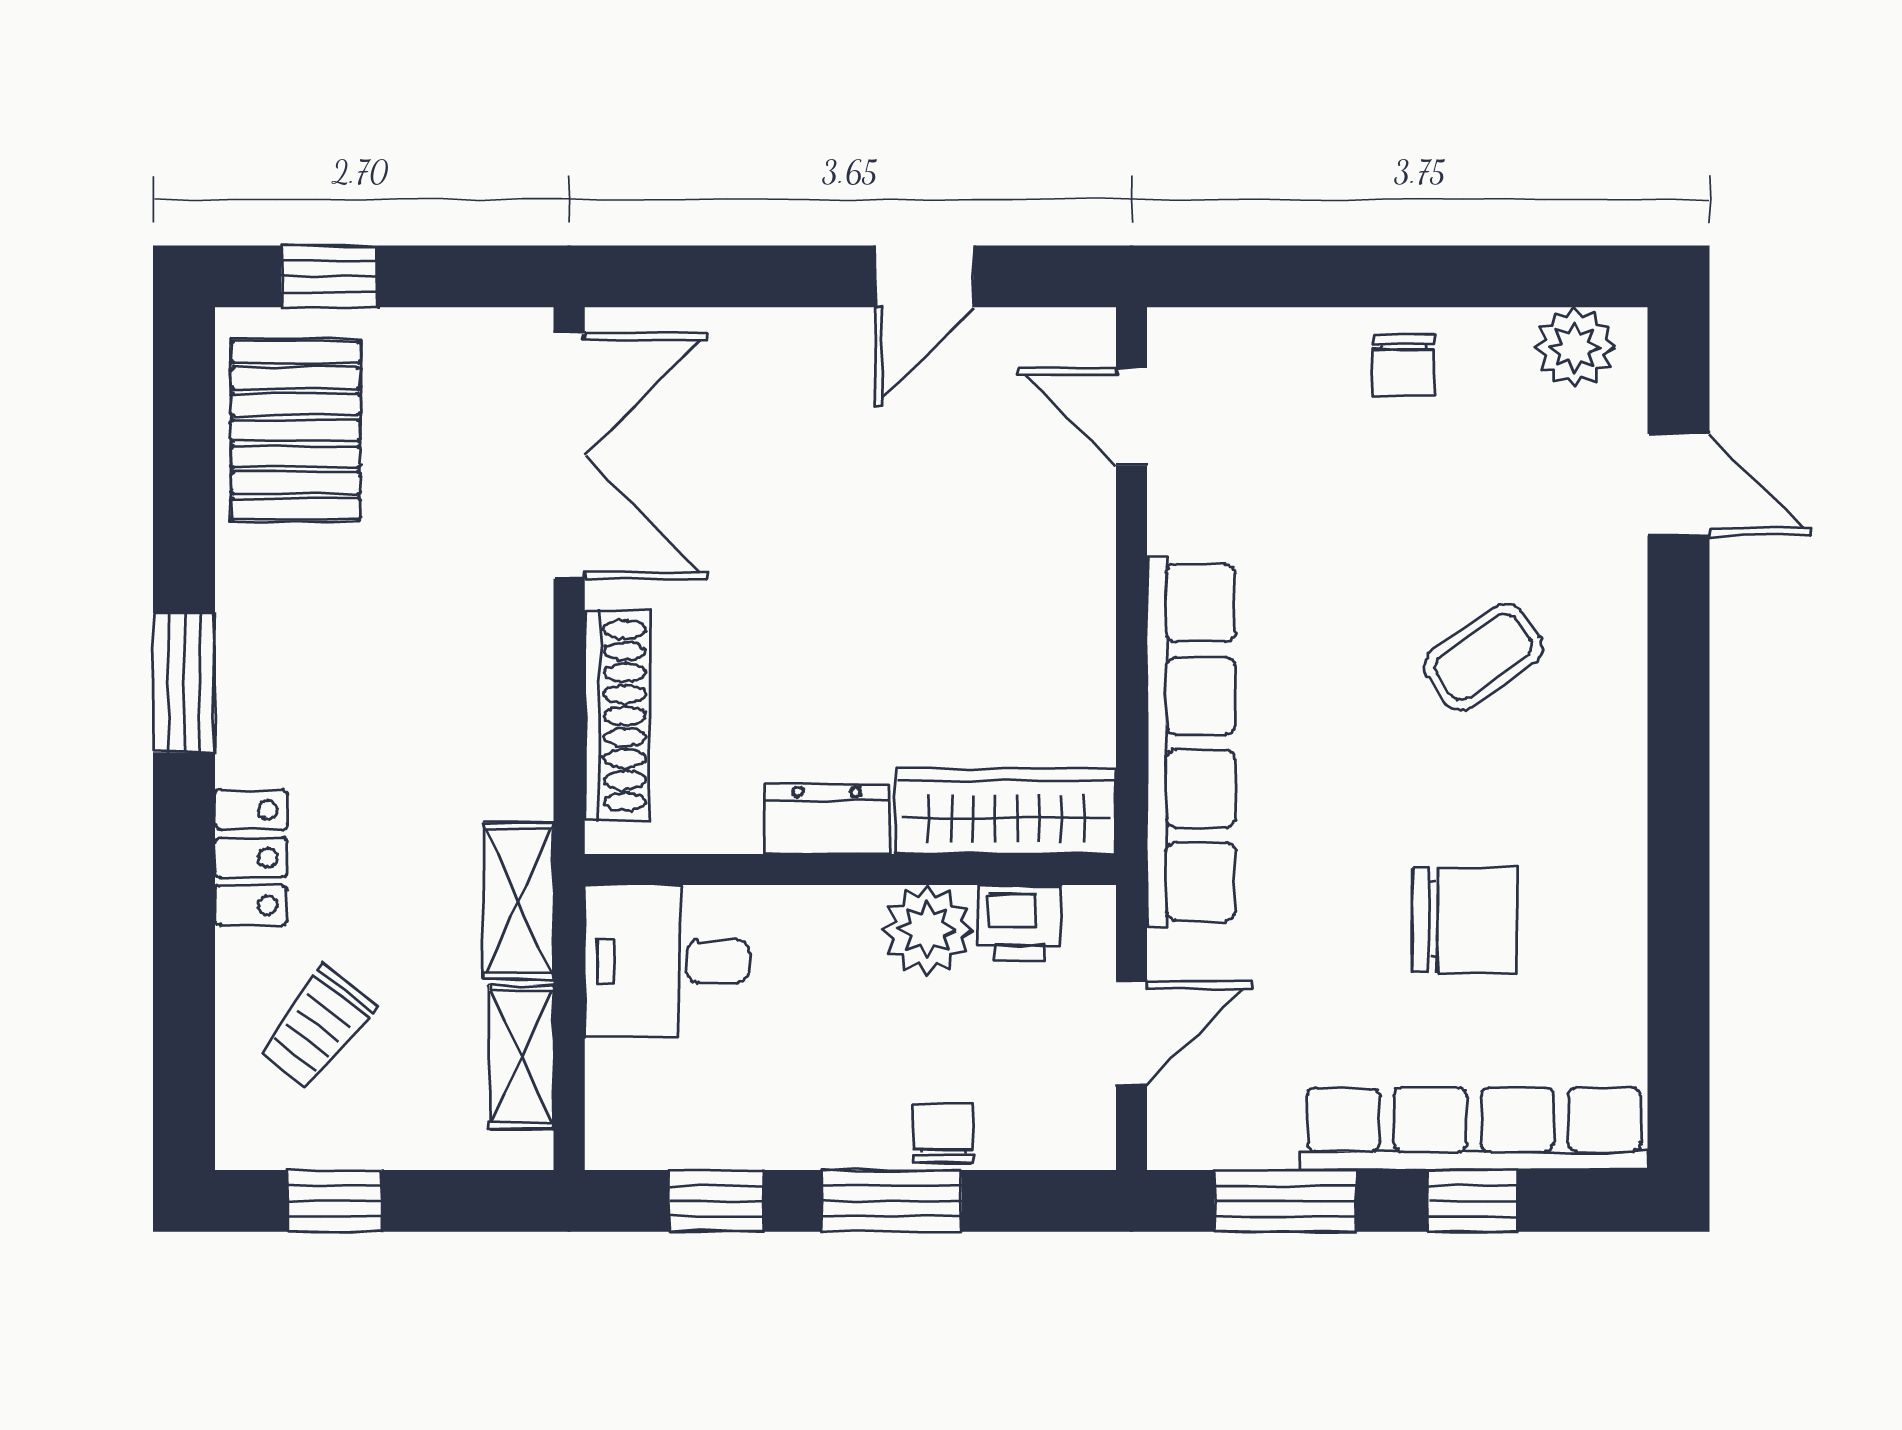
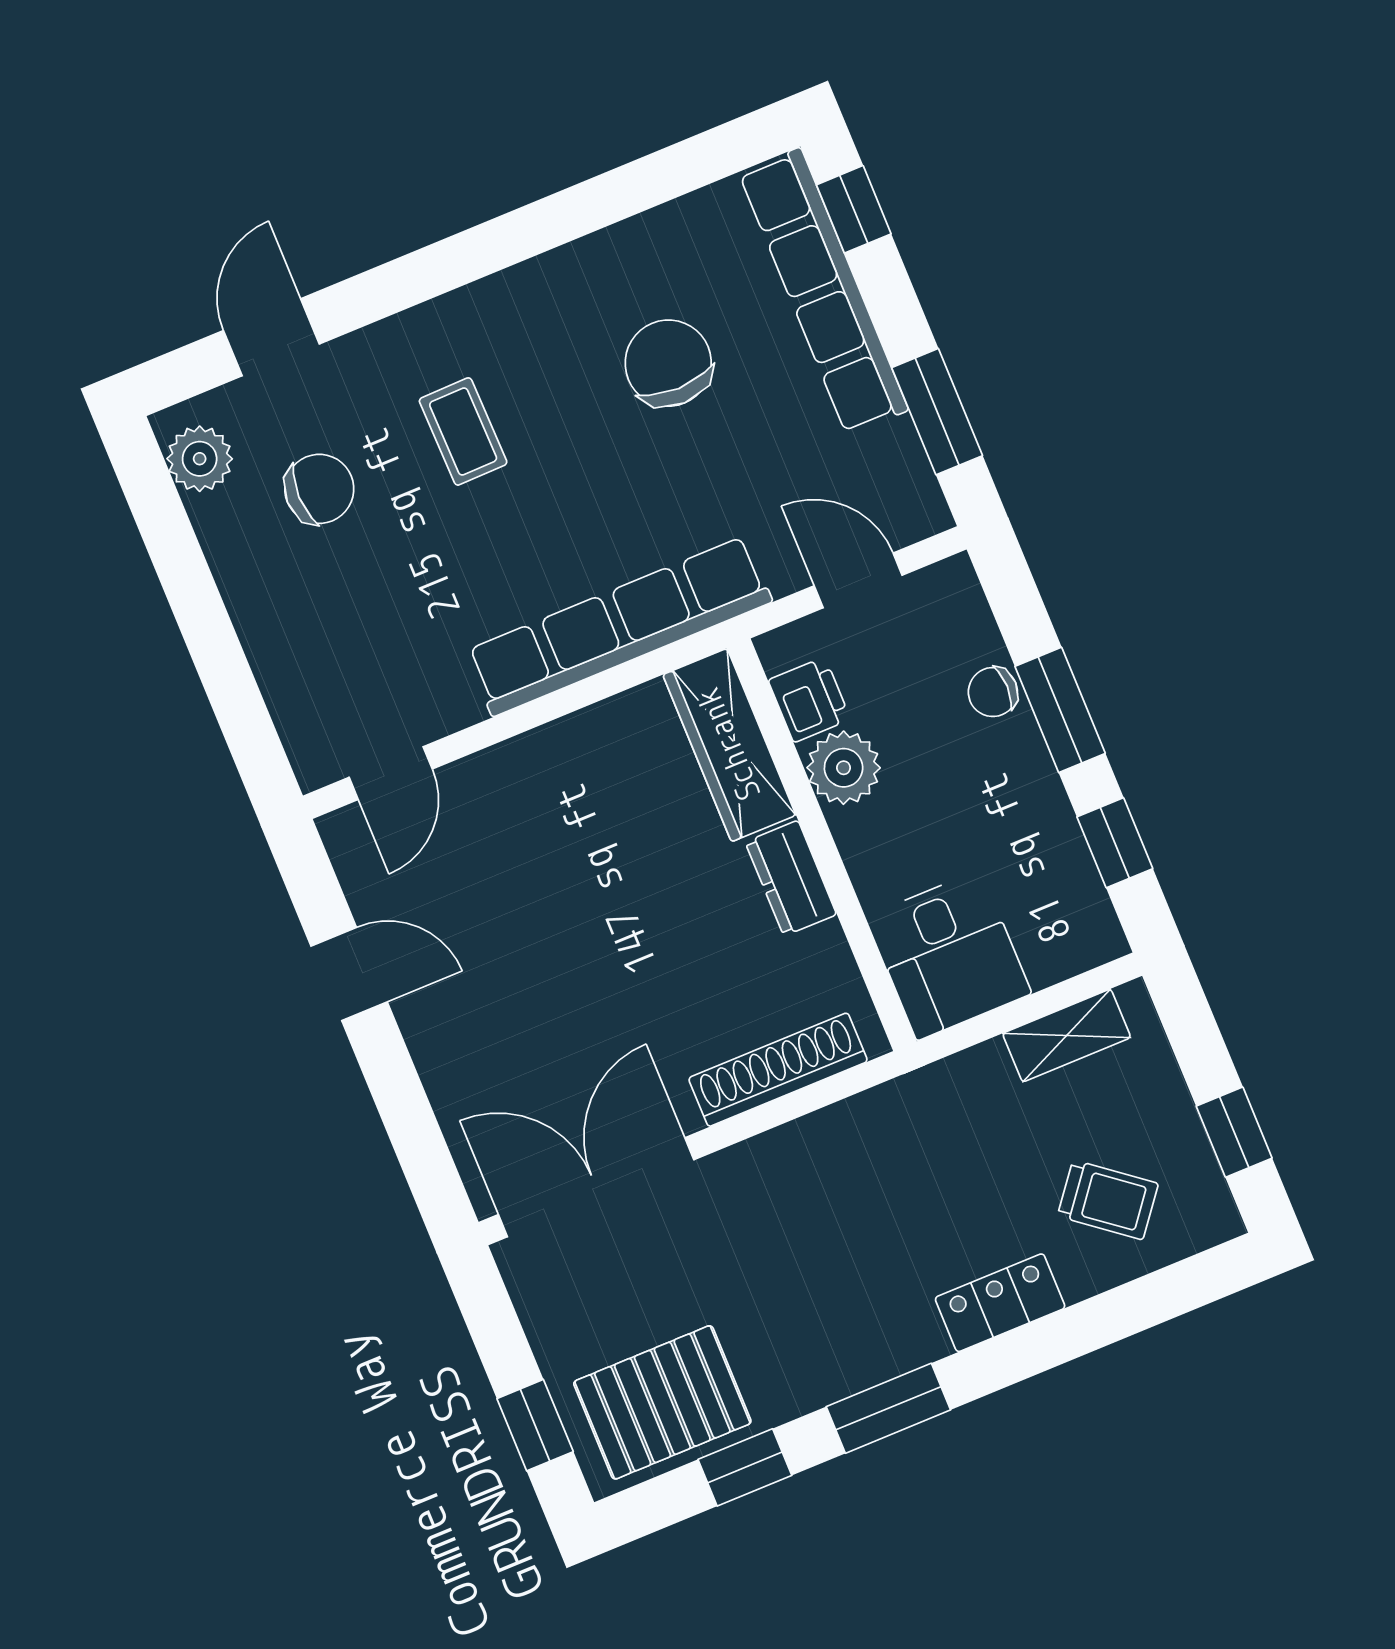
chair: (1404, 365) -> (319, 489), moved, width x1.37, depth x1.37
window: (184, 493) -> (745, 1467), added
coffee table: (1483, 657) -> (463, 431), turned 34
shelving: (519, 901) -> (949, 1086), removed
window: (1473, 1201) -> (854, 209), moved

